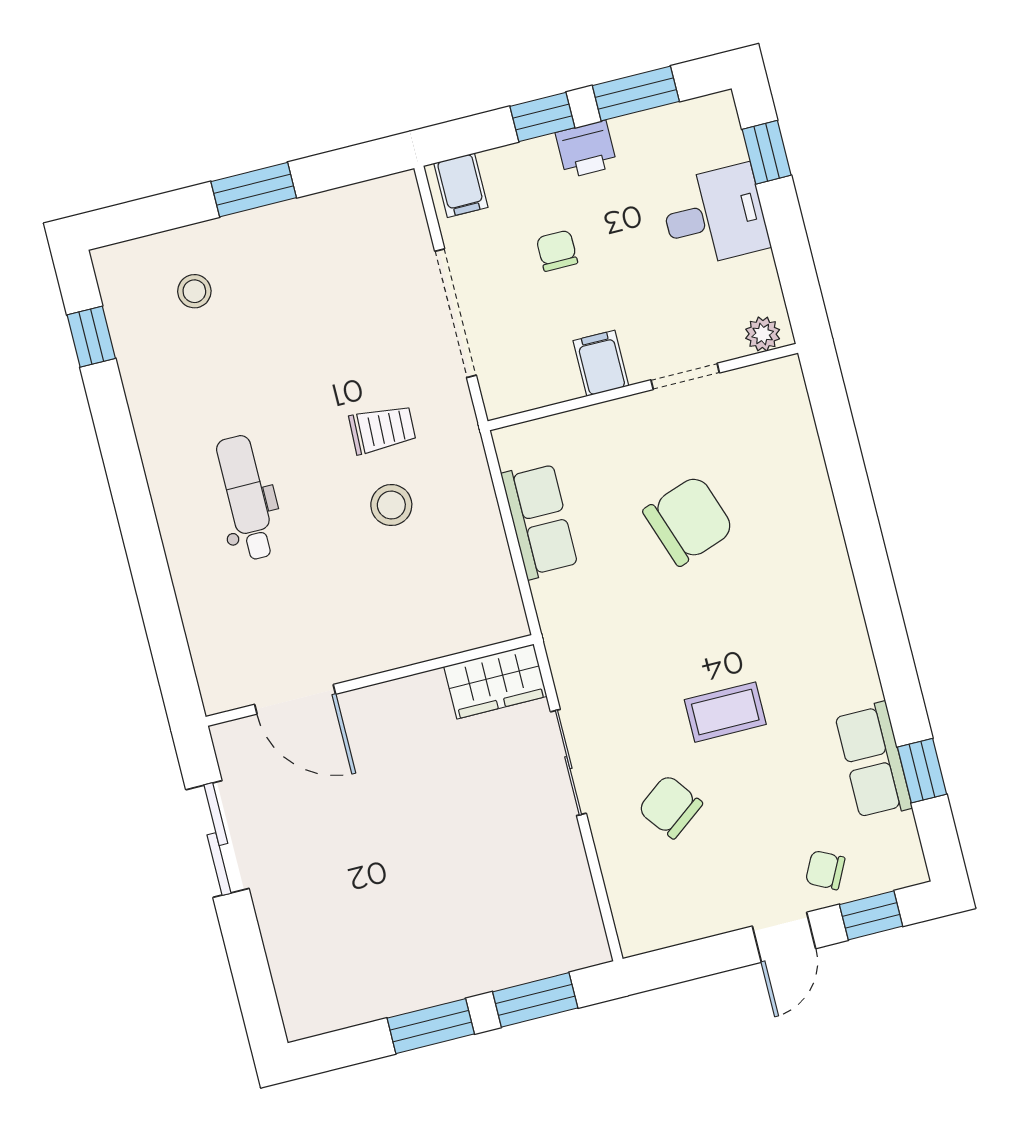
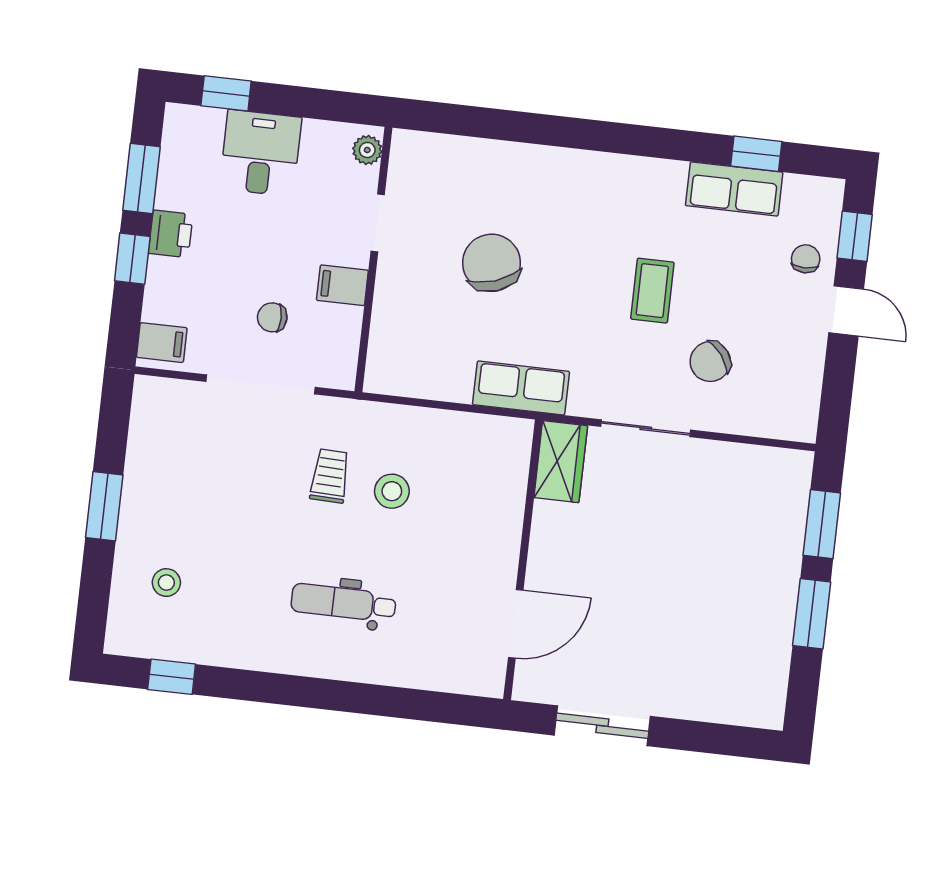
chair: (557, 251) -> (272, 317), moved
row of seats: (540, 521) -> (521, 388), moved
chair: (825, 870) -> (806, 259), turned 153

